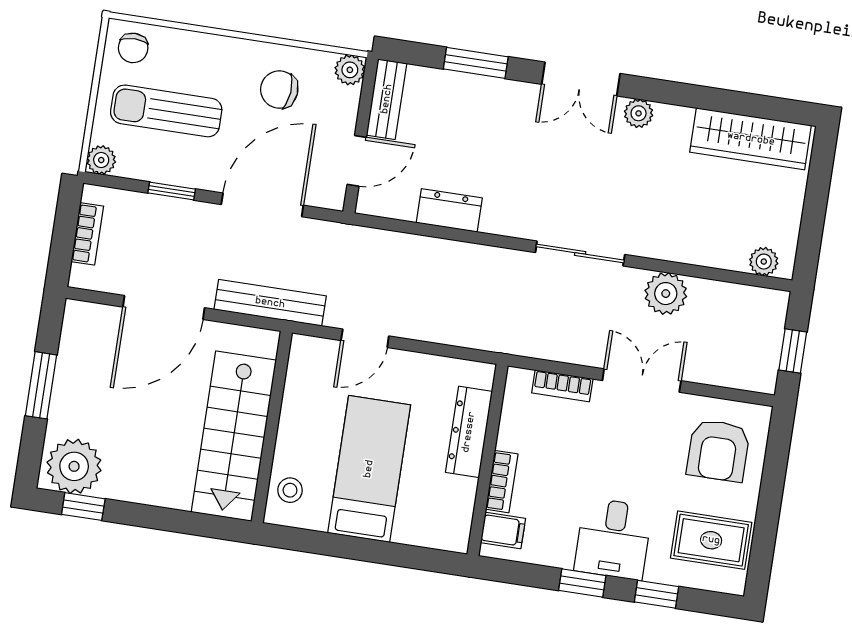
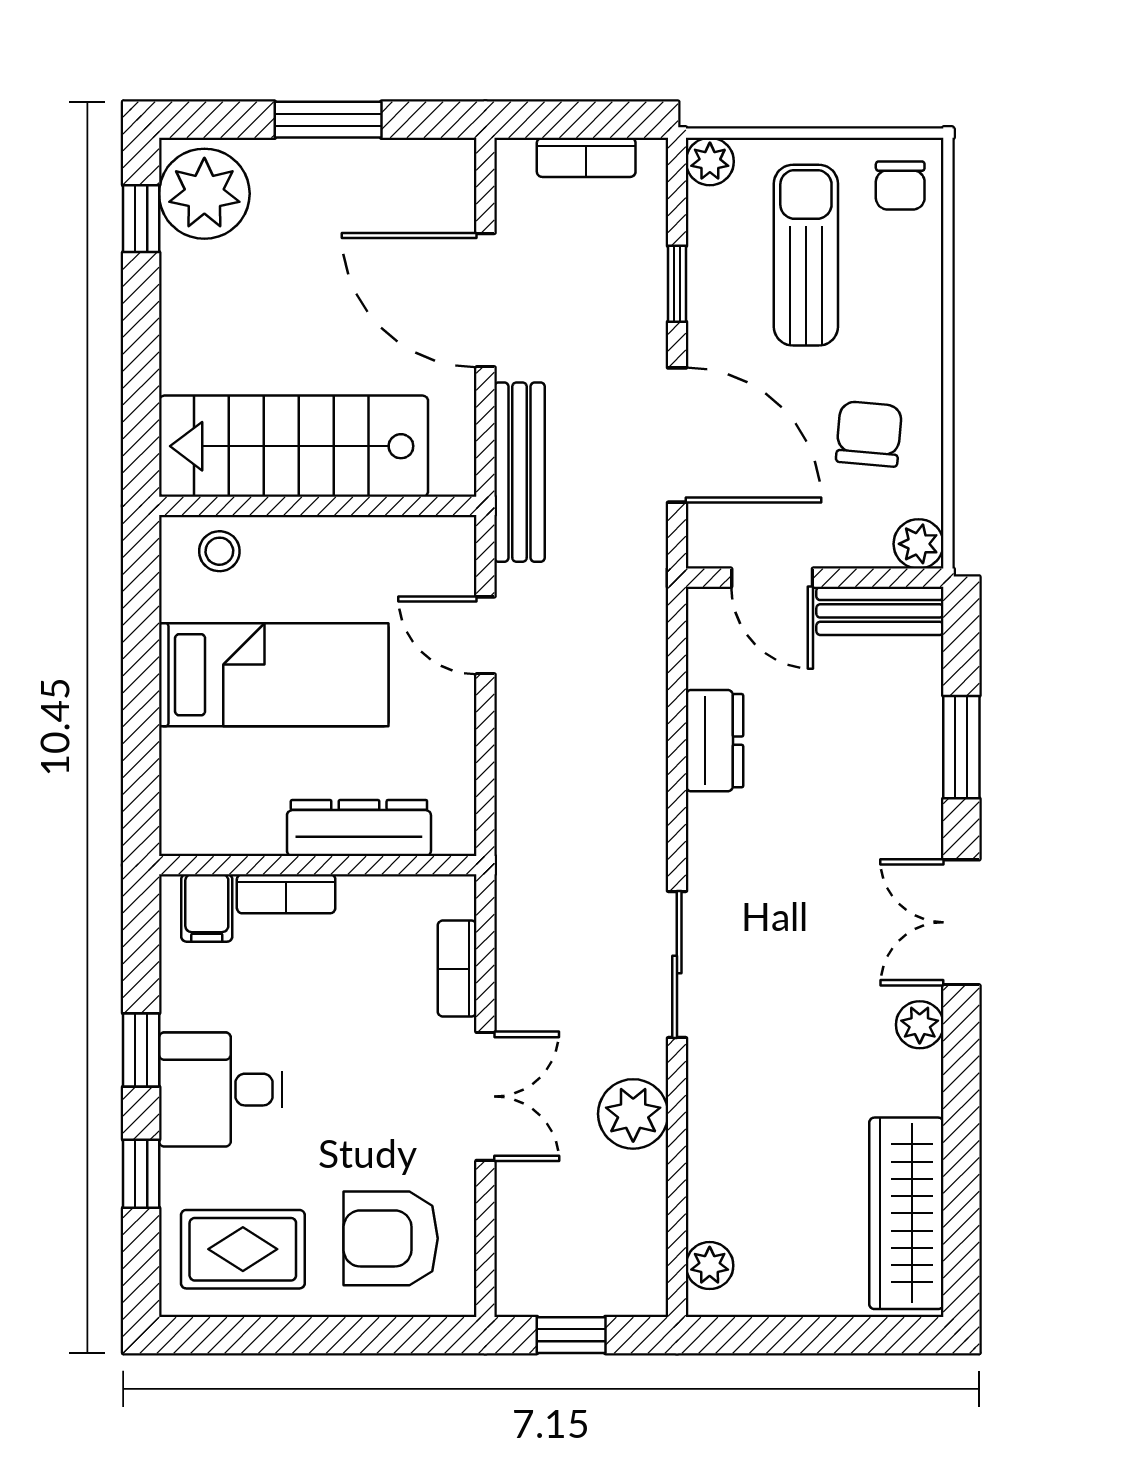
chair: (133, 48) -> (900, 186), turned -90
rug: (711, 540) -> (243, 1249), turned 90

